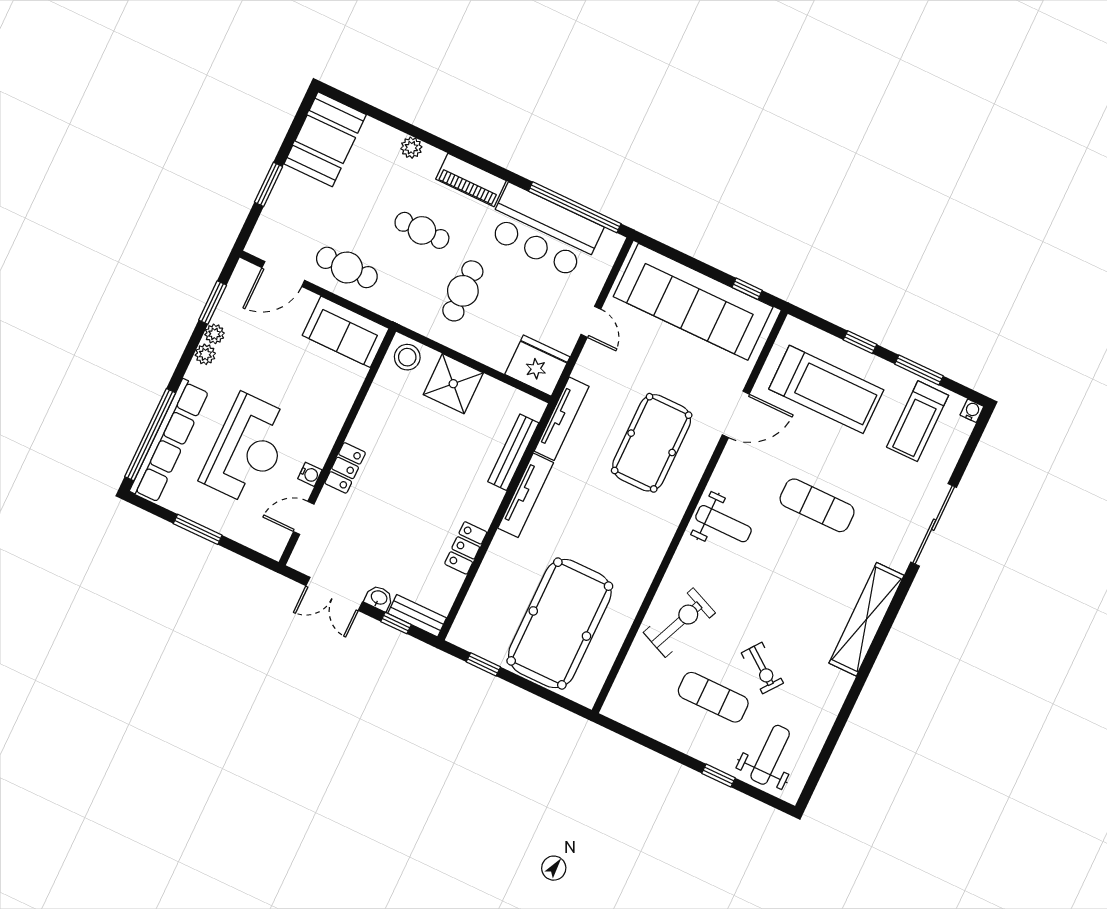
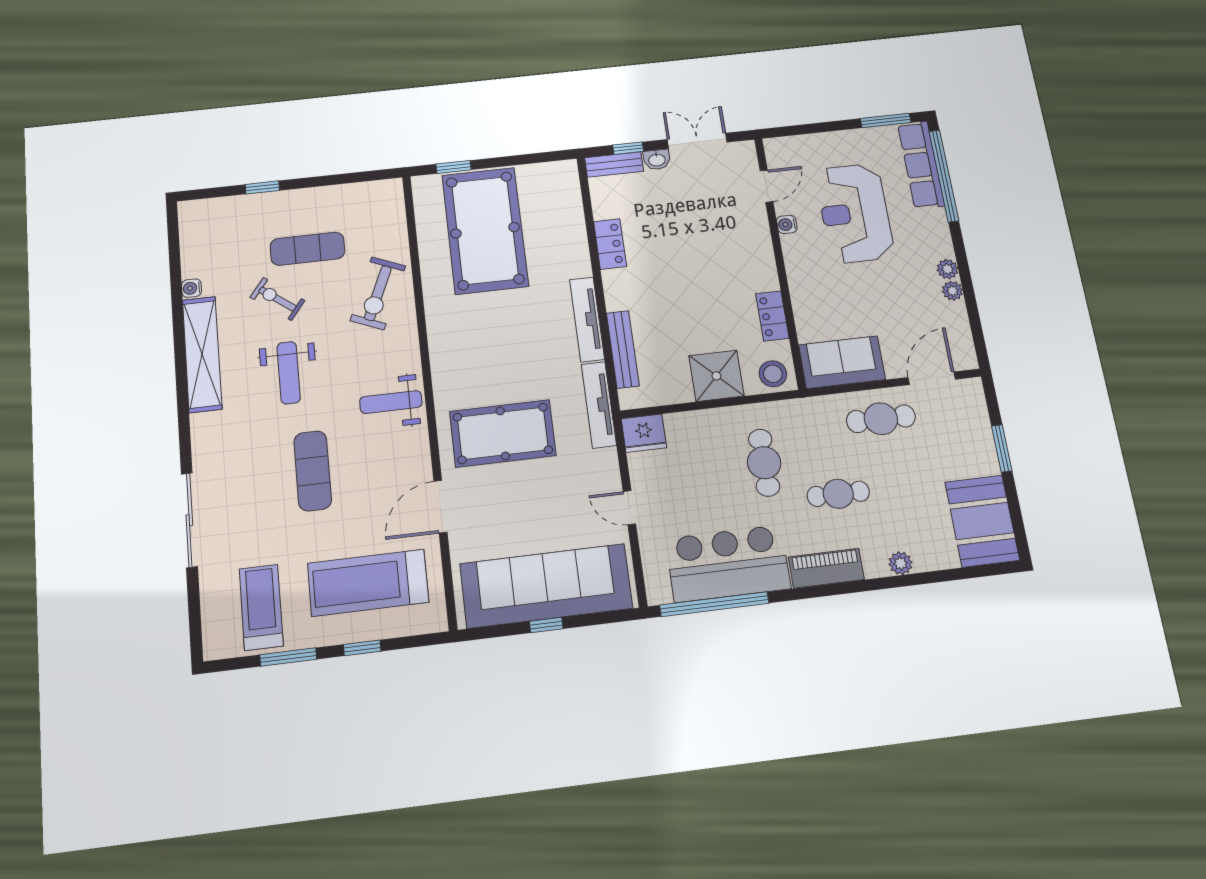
window: (747, 289) -> (546, 625), moved
window: (213, 303) -> (974, 316), removed
fridge: (537, 366) -> (644, 433), width x0.73, depth x0.75
water cooler: (972, 411) -> (192, 288), moved, turned 90
row of seats: (169, 441) -> (921, 165), width x0.73
pool table: (652, 443) -> (503, 433), turned 90
locker: (345, 468) -> (772, 316), moved
exercise mat: (817, 505) -> (313, 471), turned 90
window: (198, 529) -> (886, 121), moved
shelving: (867, 619) -> (202, 354), moved
window: (483, 664) -> (453, 167), moved
weight bench: (770, 755) -> (289, 373), moved

